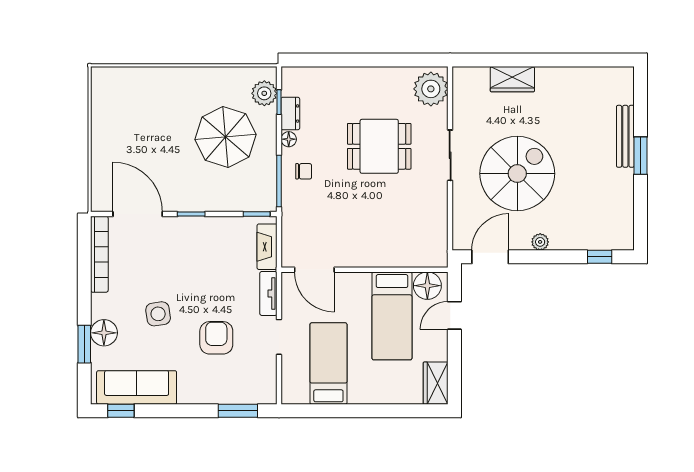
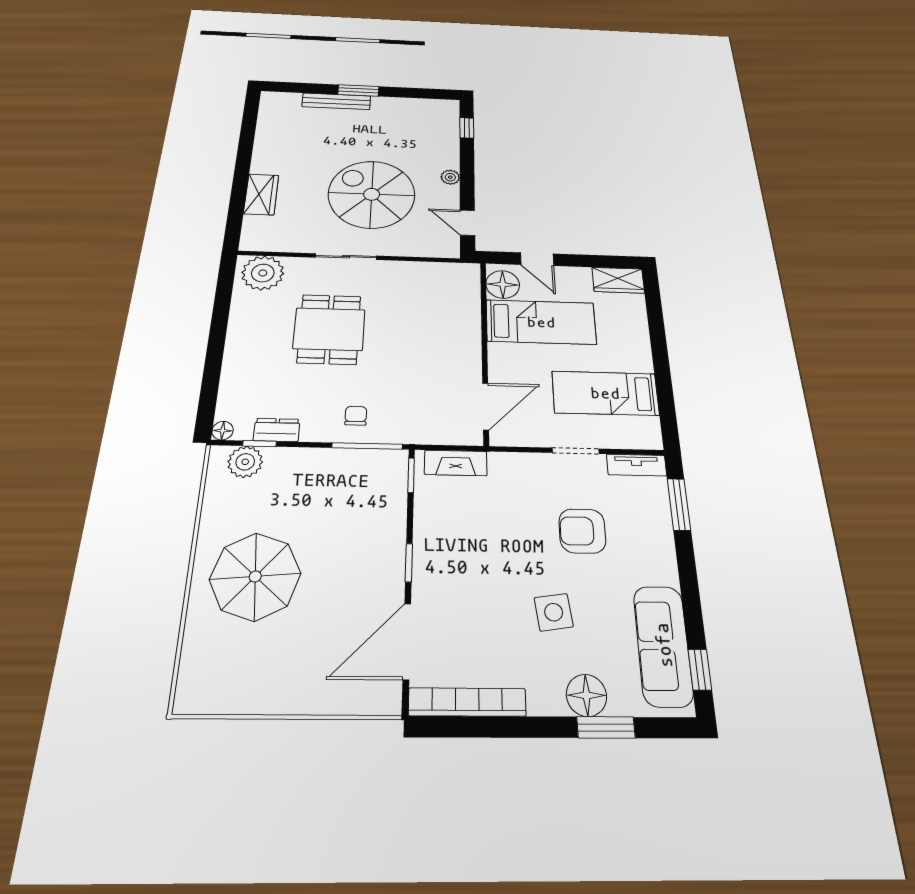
parasol: (225, 137) -> (255, 576), moved
floor lamp: (289, 139) -> (223, 431), moved
door: (490, 257) -> (467, 223), width x0.73
tv unit: (268, 293) -> (637, 465), moved

